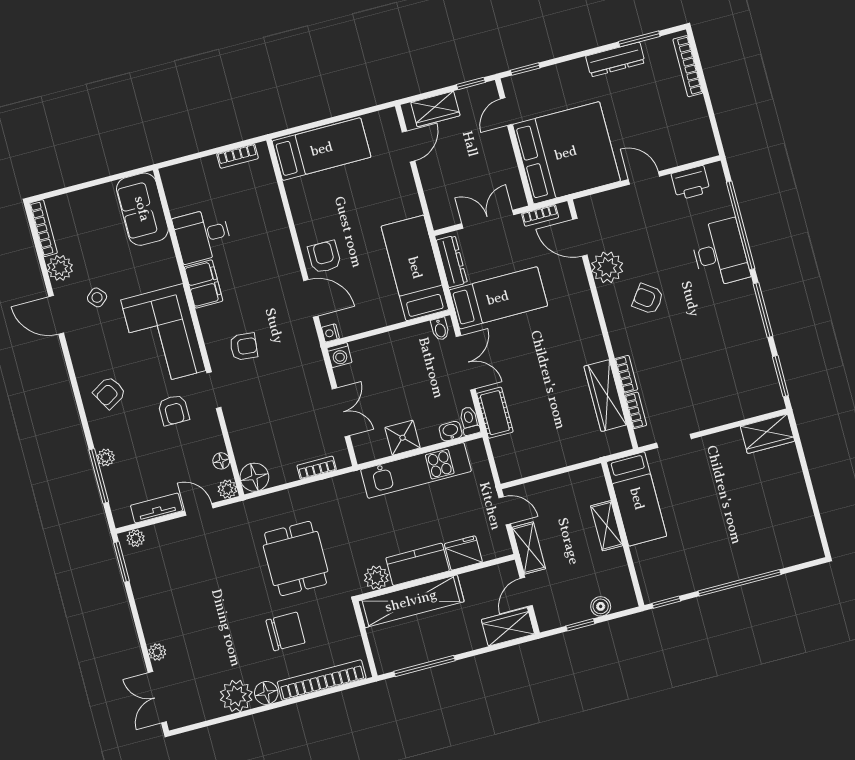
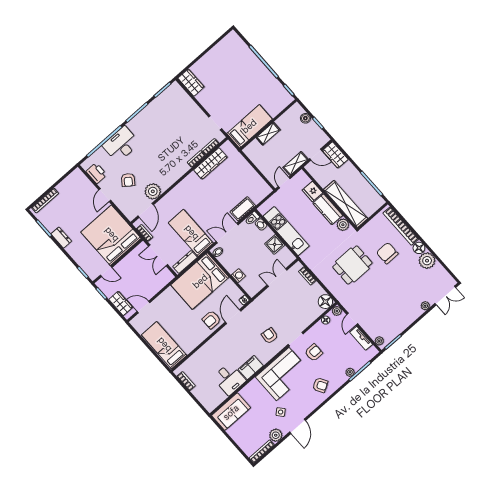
dresser: (615, 59) -> (61, 238), width x0.70
bed: (415, 268) -> (200, 281), width x1.50
armchair: (648, 299) -> (128, 180), moved
washing machine: (339, 355) -> (238, 276), moved

